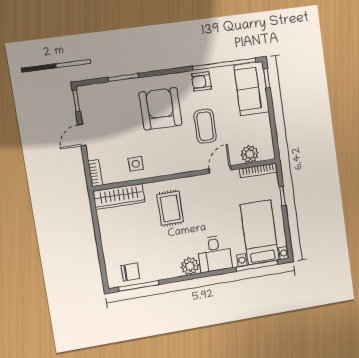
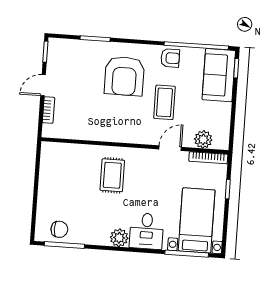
armchair: (201, 82) -> (170, 58), turned 180
armchair: (161, 109) -> (124, 76), turned 180
side table: (136, 164) -> (88, 124), removed
bookcase: (95, 173) -> (49, 110), moved
wardrobe: (119, 197) -> (65, 152), removed

